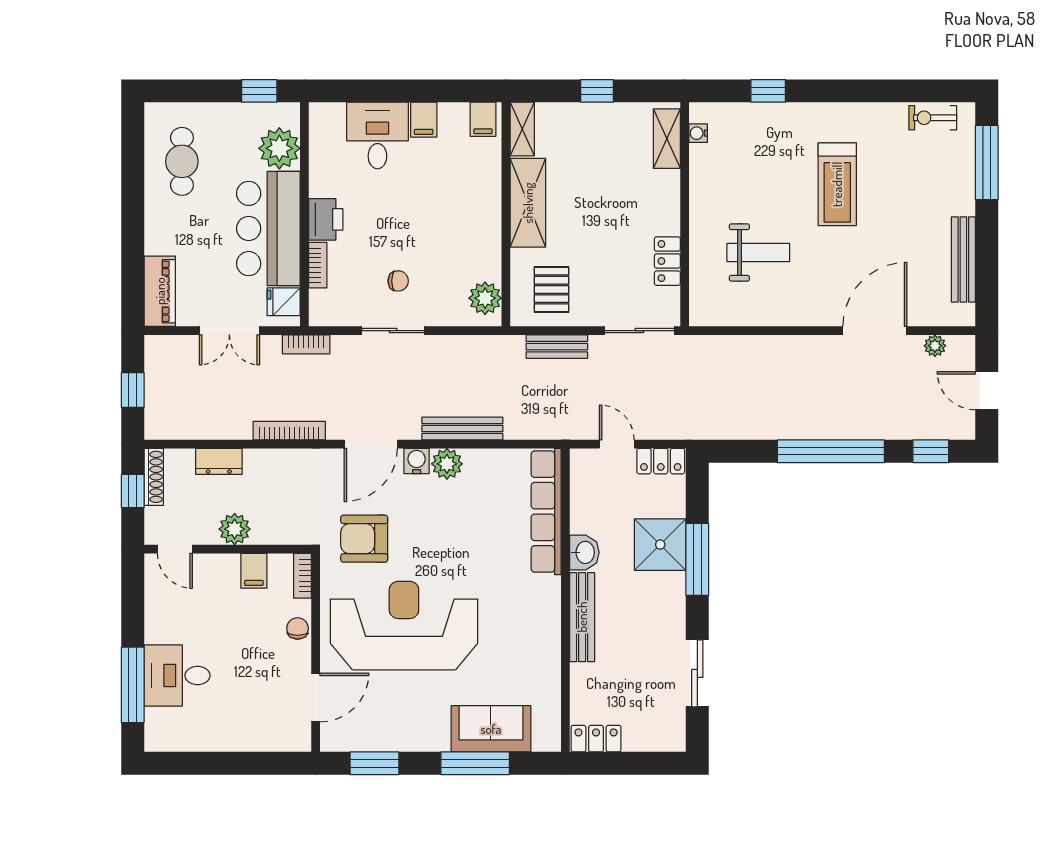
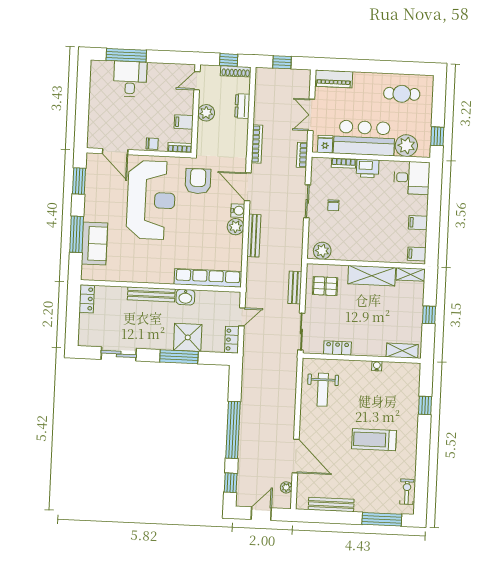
water cooler: (698, 133) -> (377, 366), moved
desk: (377, 136) -> (412, 178), moved
weight bench: (758, 252) -> (323, 390), moved

